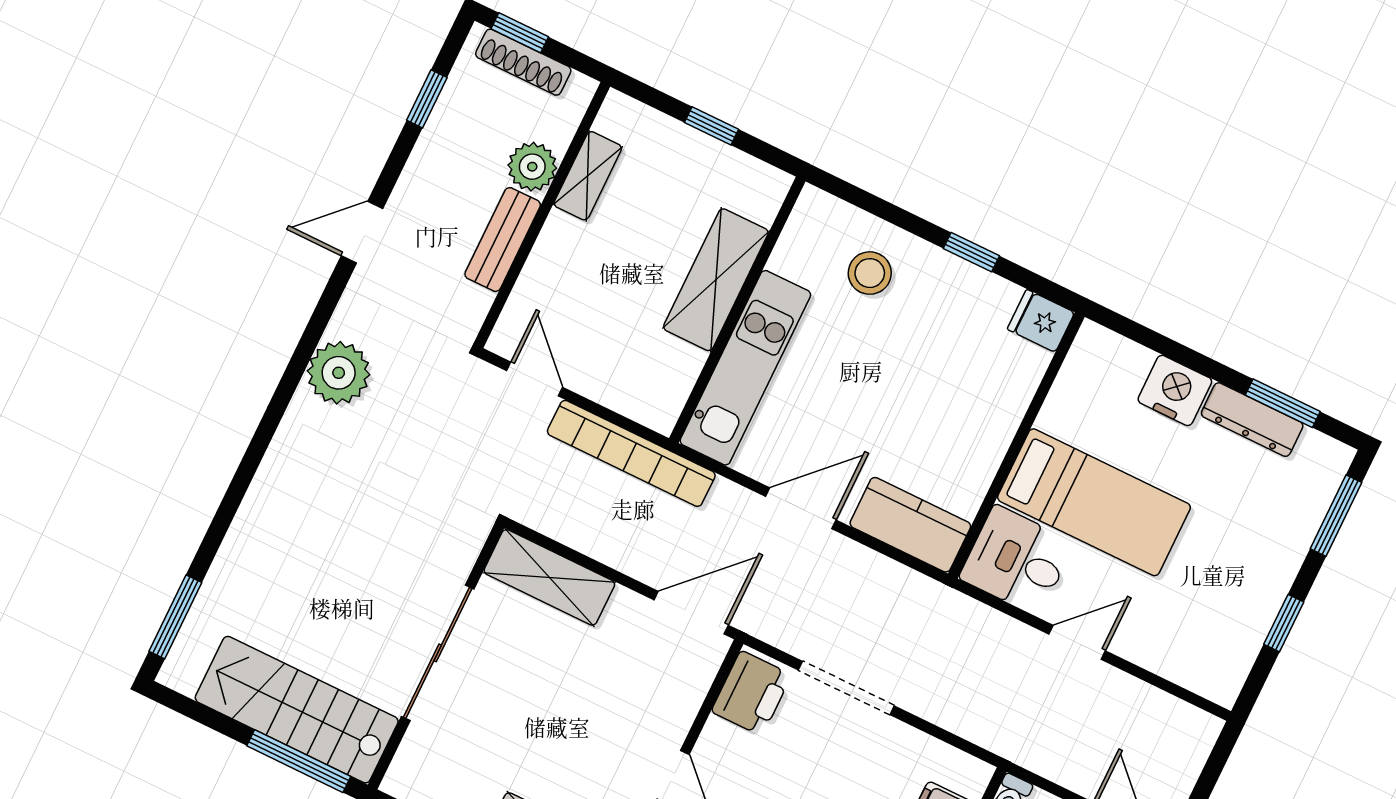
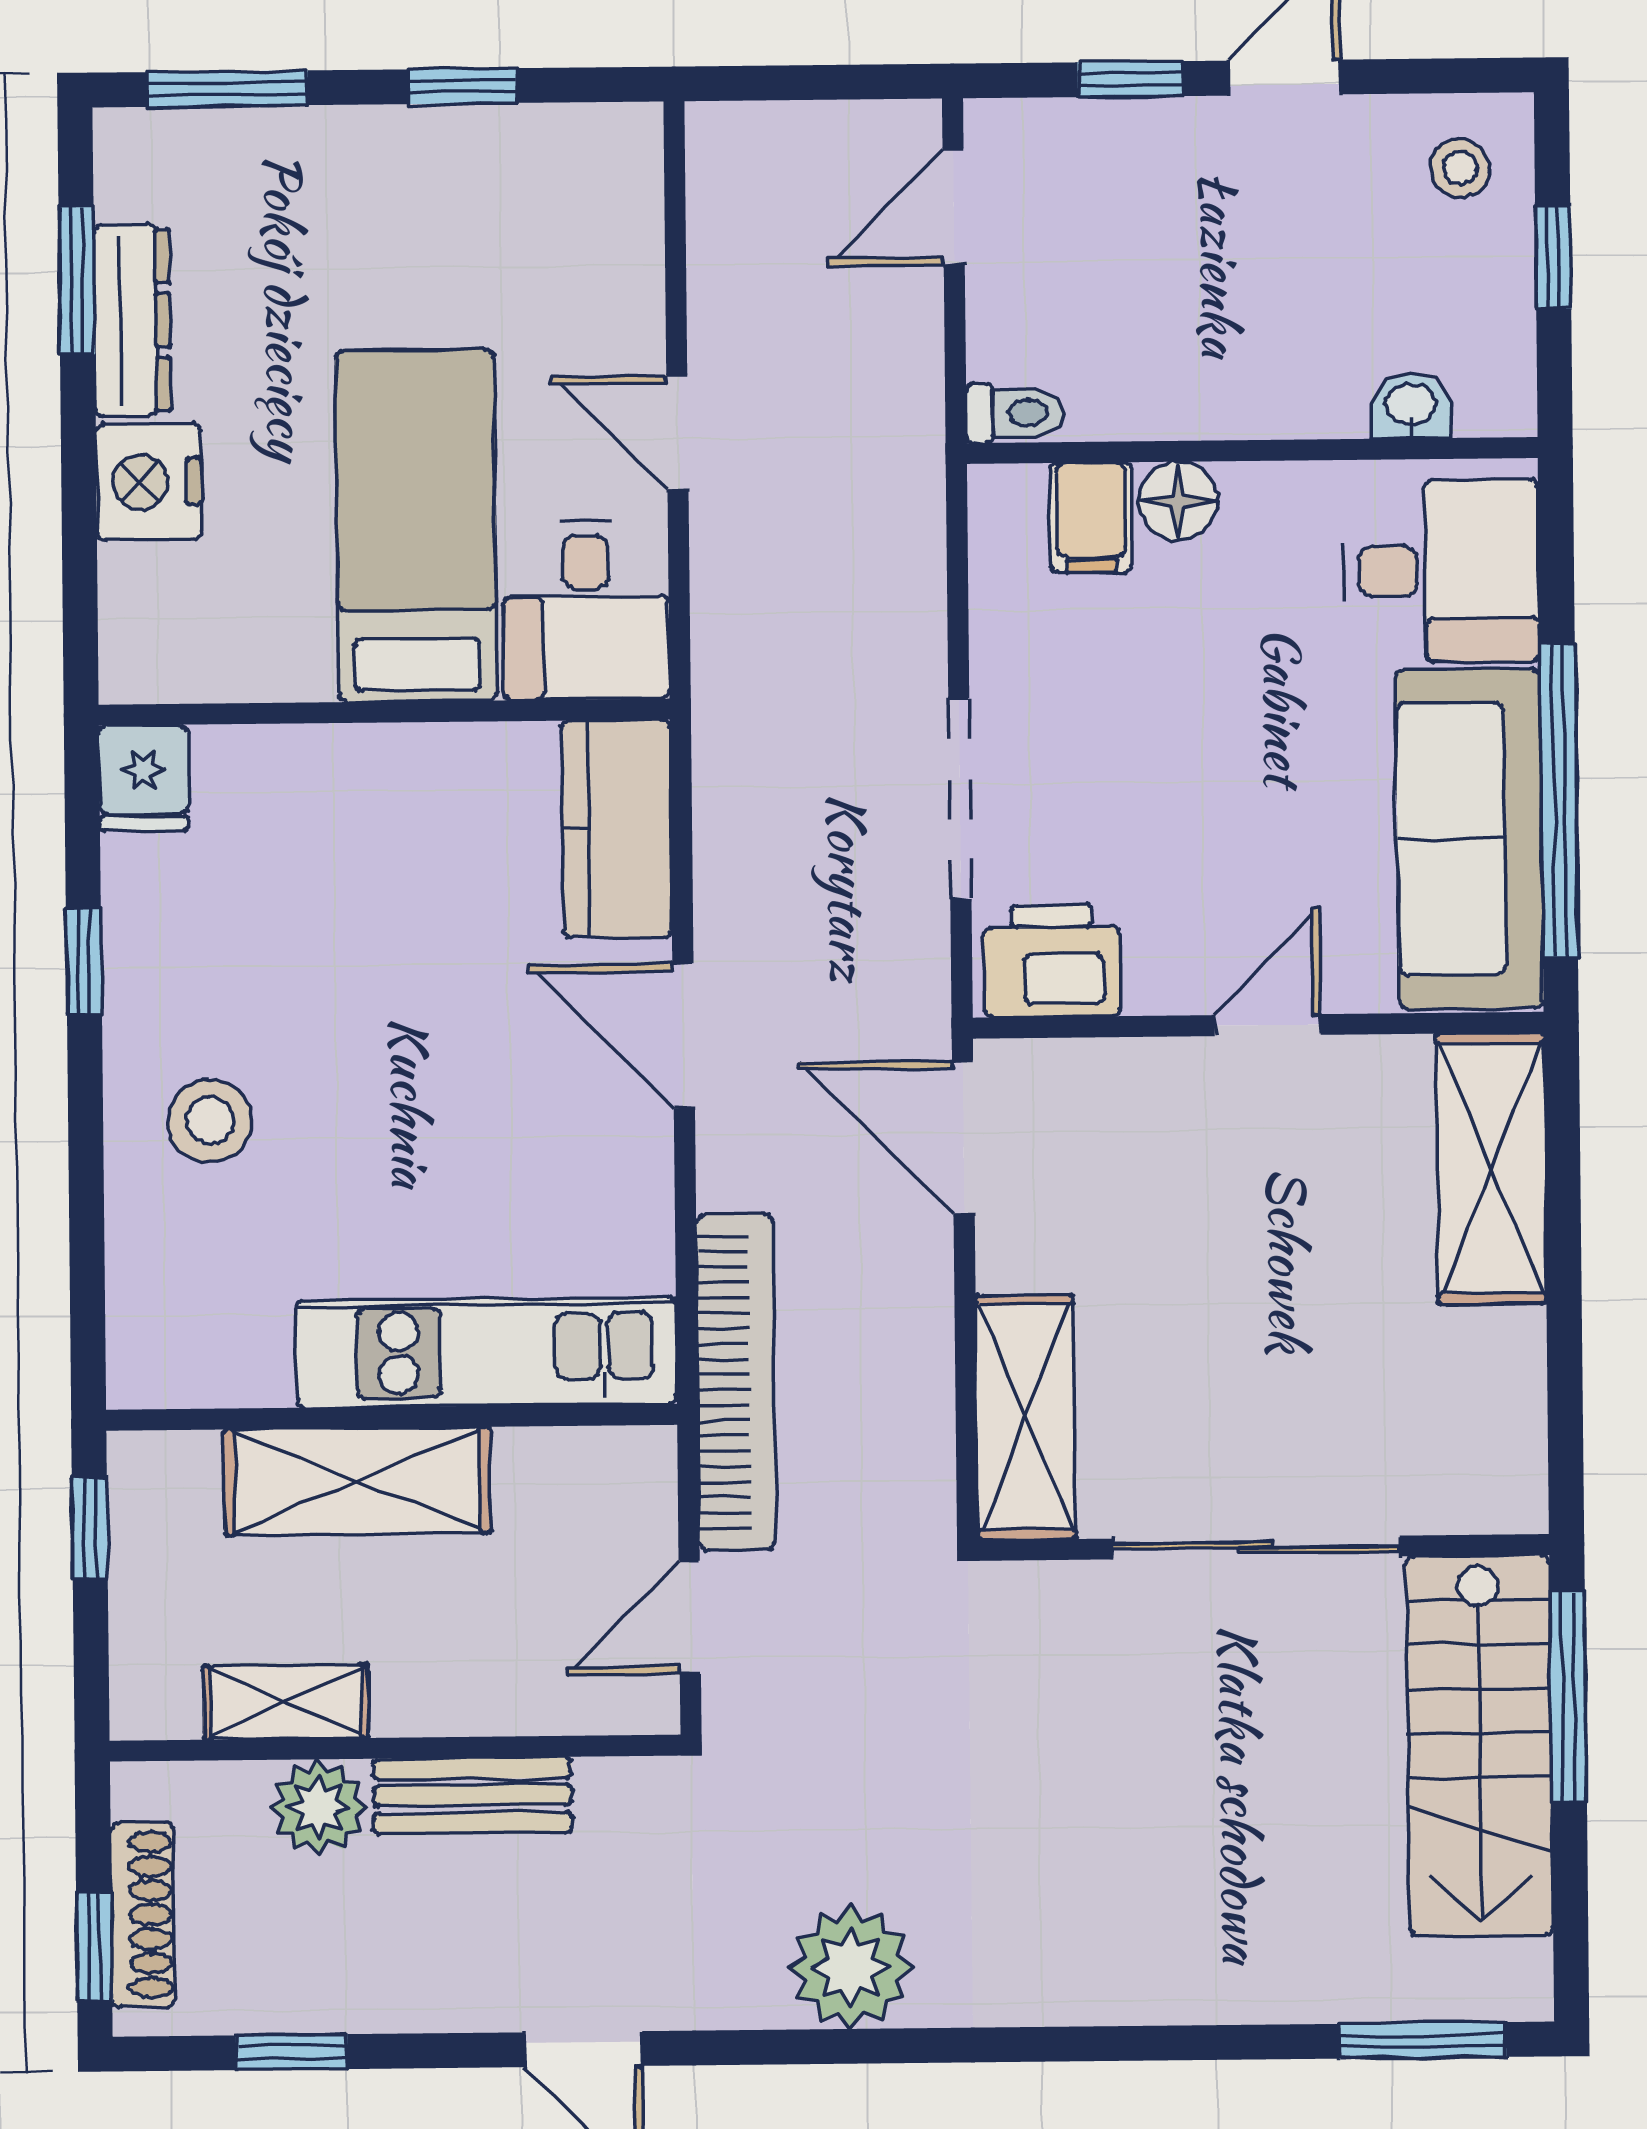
shelving: (716, 280) -> (357, 1481), moved
wall: (737, 310) -> (392, 1417), moved
kitchen unit: (745, 368) -> (486, 1352), moved

